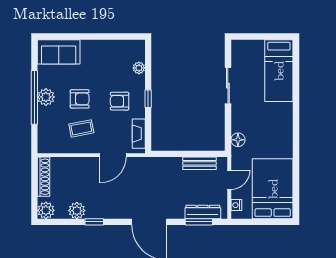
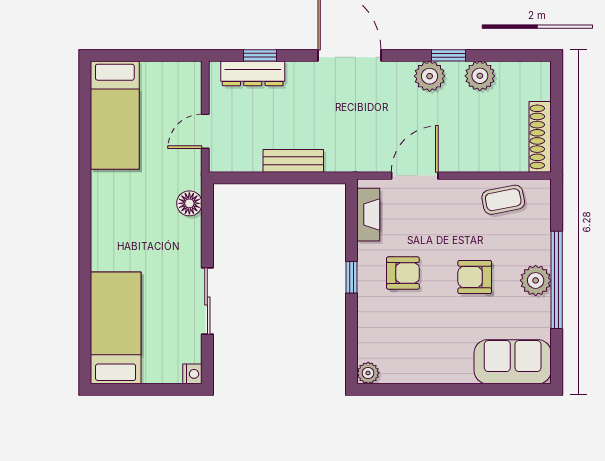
plant: (139, 68) -> (368, 373), moved
coffee table: (81, 128) -> (503, 200), moved
bench: (200, 163) -> (293, 161), moved
bed: (273, 189) -> (115, 115), width x0.67
nightstand: (236, 205) -> (192, 374), moved
plant: (46, 210) -> (430, 76), moved
window: (199, 222) -> (260, 55), width x0.67

